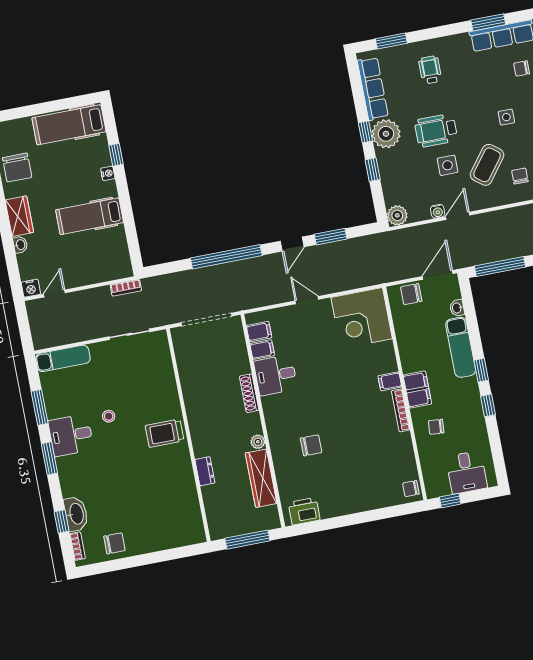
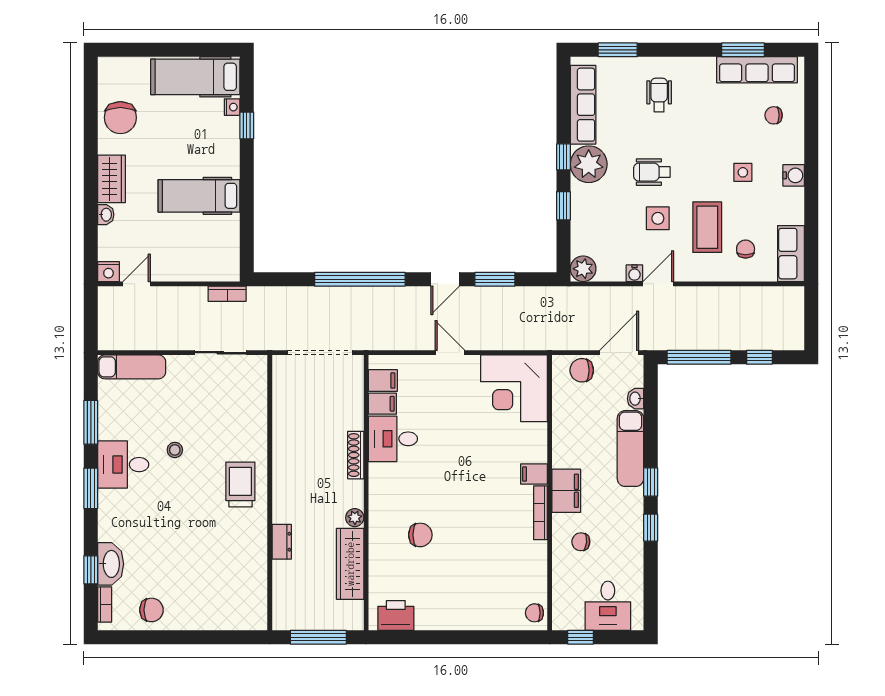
wheelchair: (436, 130) -> (652, 172), width x0.73, depth x0.73
coffee table: (487, 165) -> (707, 227), turned -37
nightstand: (108, 173) -> (232, 107), moved
trolley: (165, 433) -> (240, 485), turned 90

